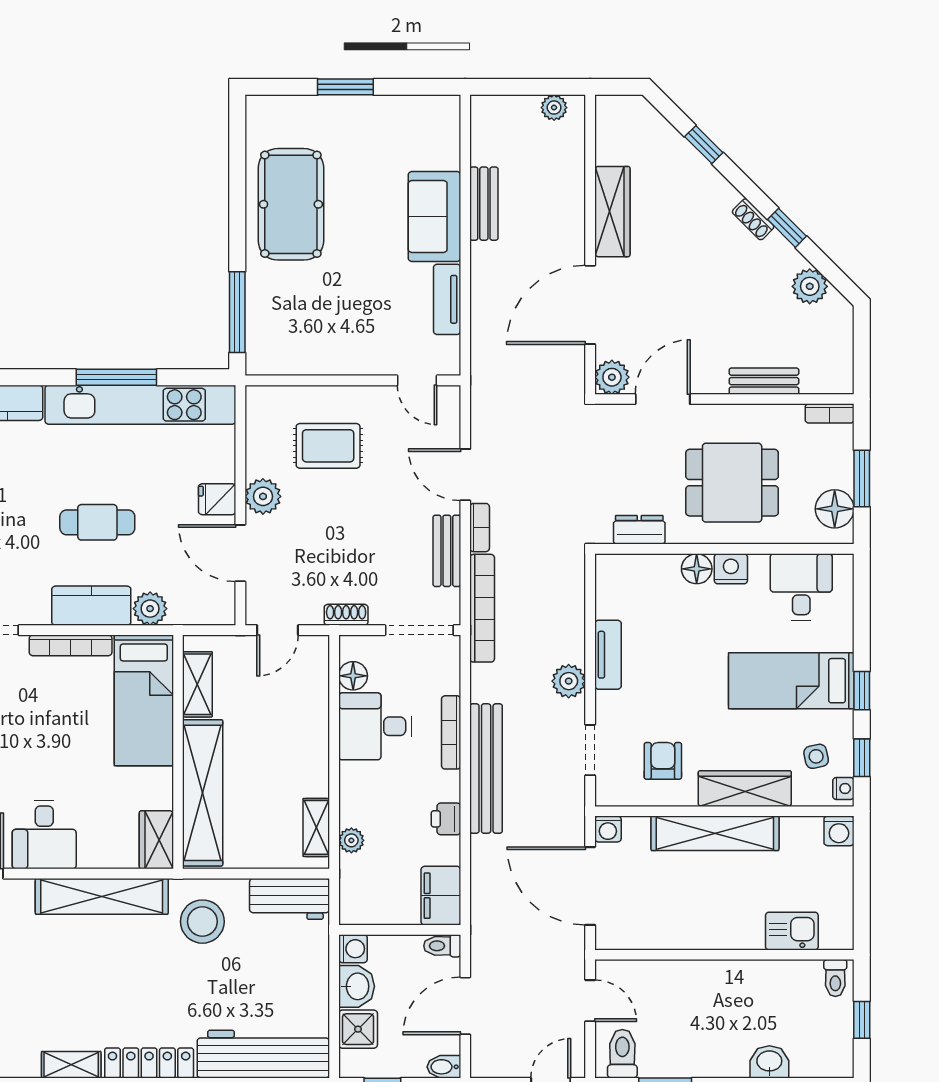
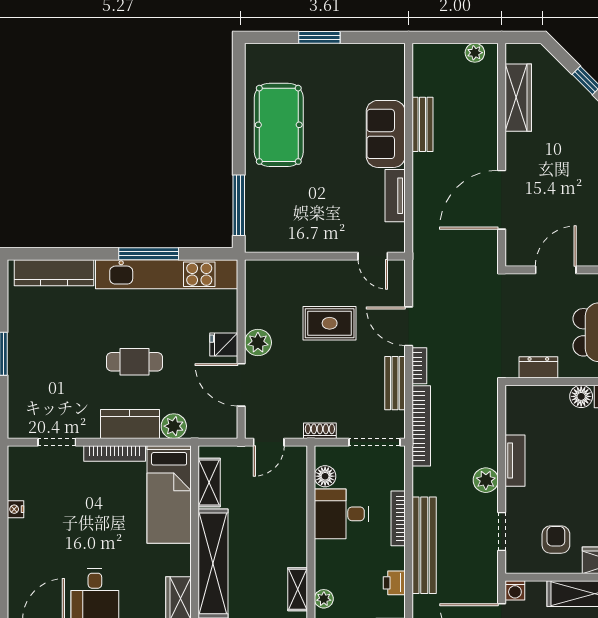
wardrobe: (612, 212) -> (518, 98), moved
plant: (612, 377) -> (518, 254), removed
rug: (328, 446) -> (330, 323), moved

